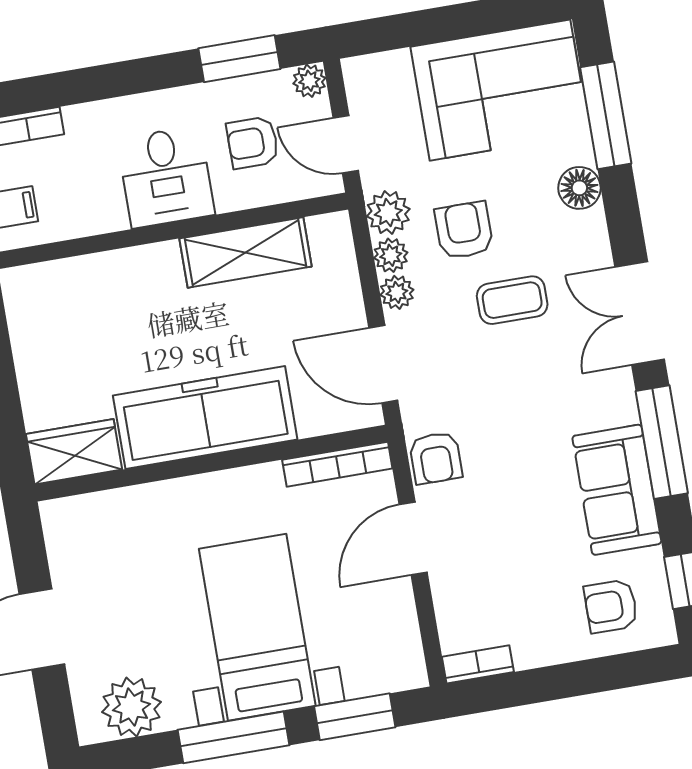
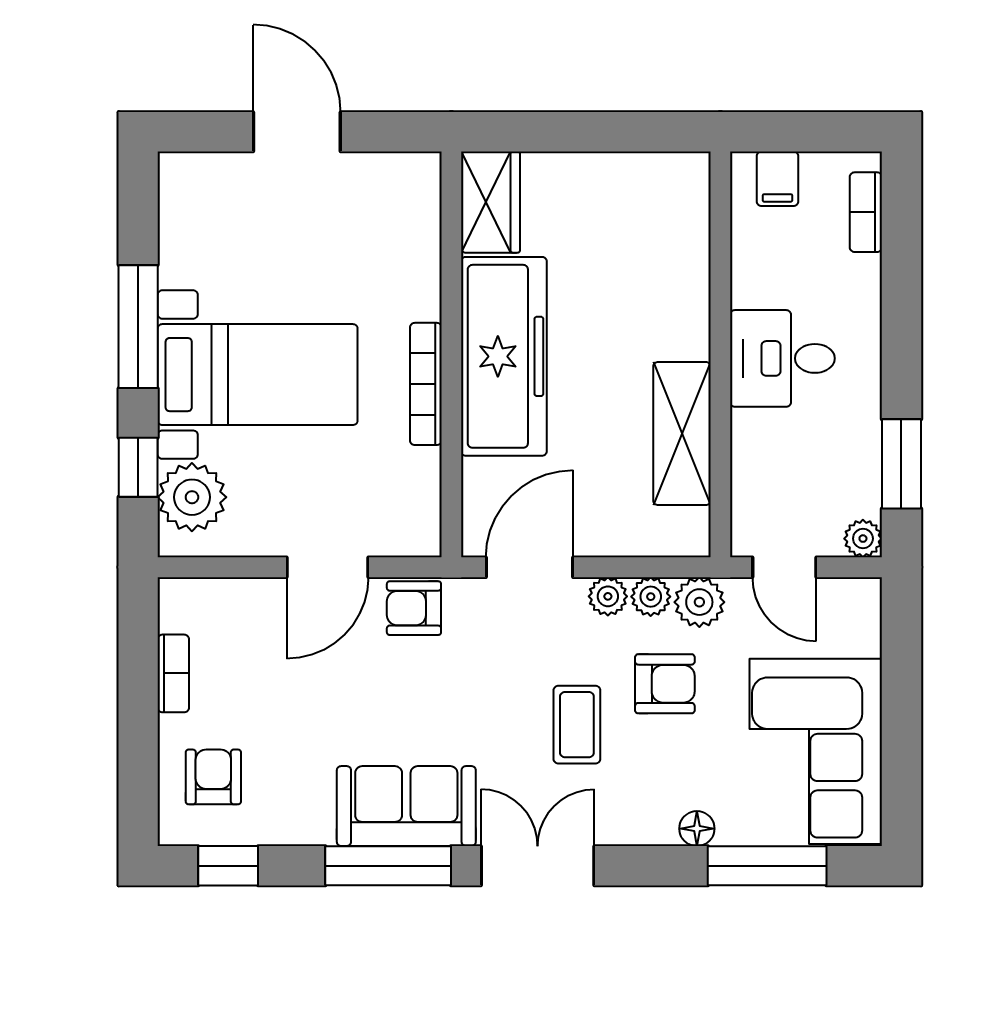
armchair: (253, 143) -> (804, 463), removed
door: (346, 144) -> (784, 567), swing flipped
floor lamp: (579, 188) -> (697, 829), width x0.73, depth x0.73
bookcase: (337, 464) -> (426, 384), moved
sofa: (617, 490) -> (406, 806), moved
door: (413, 539) -> (328, 567), swing flipped
bookcase: (478, 664) -> (173, 673), moved
plant: (131, 707) -> (192, 497), moved
window: (355, 717) -> (138, 467), width x0.67

